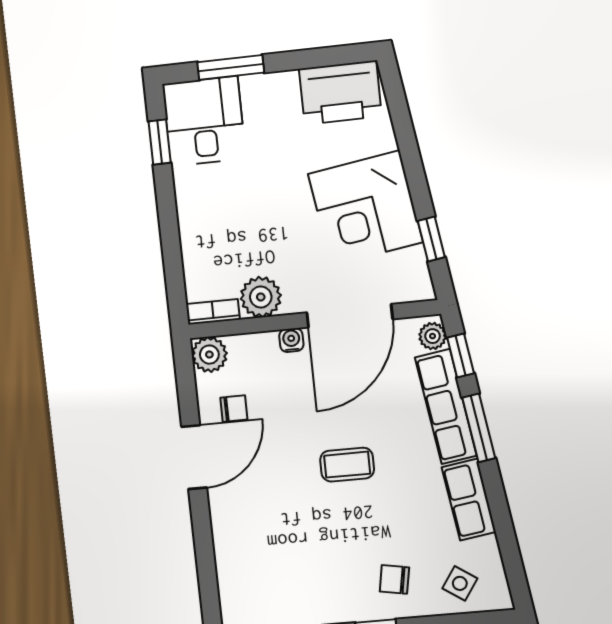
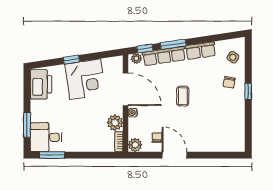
window: (160, 142) -> (52, 155), width x1.50
window: (431, 239) -> (71, 60), moved

